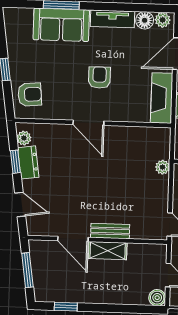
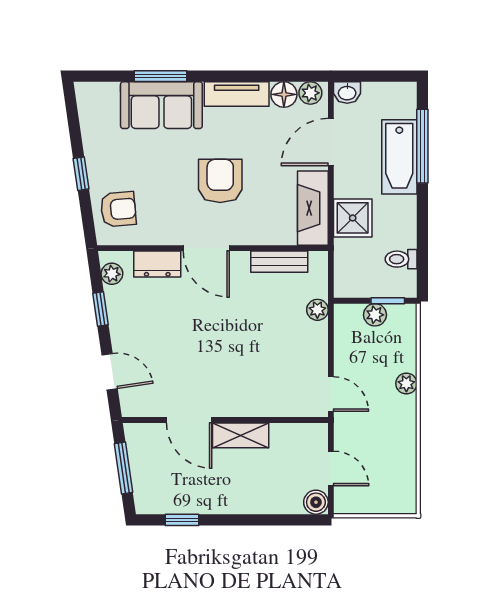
armchair: (99, 78) -> (220, 181), width x1.38, depth x1.38
dresser: (28, 162) -> (157, 264), moved, turned 98
bench: (110, 231) -> (279, 262), moved

